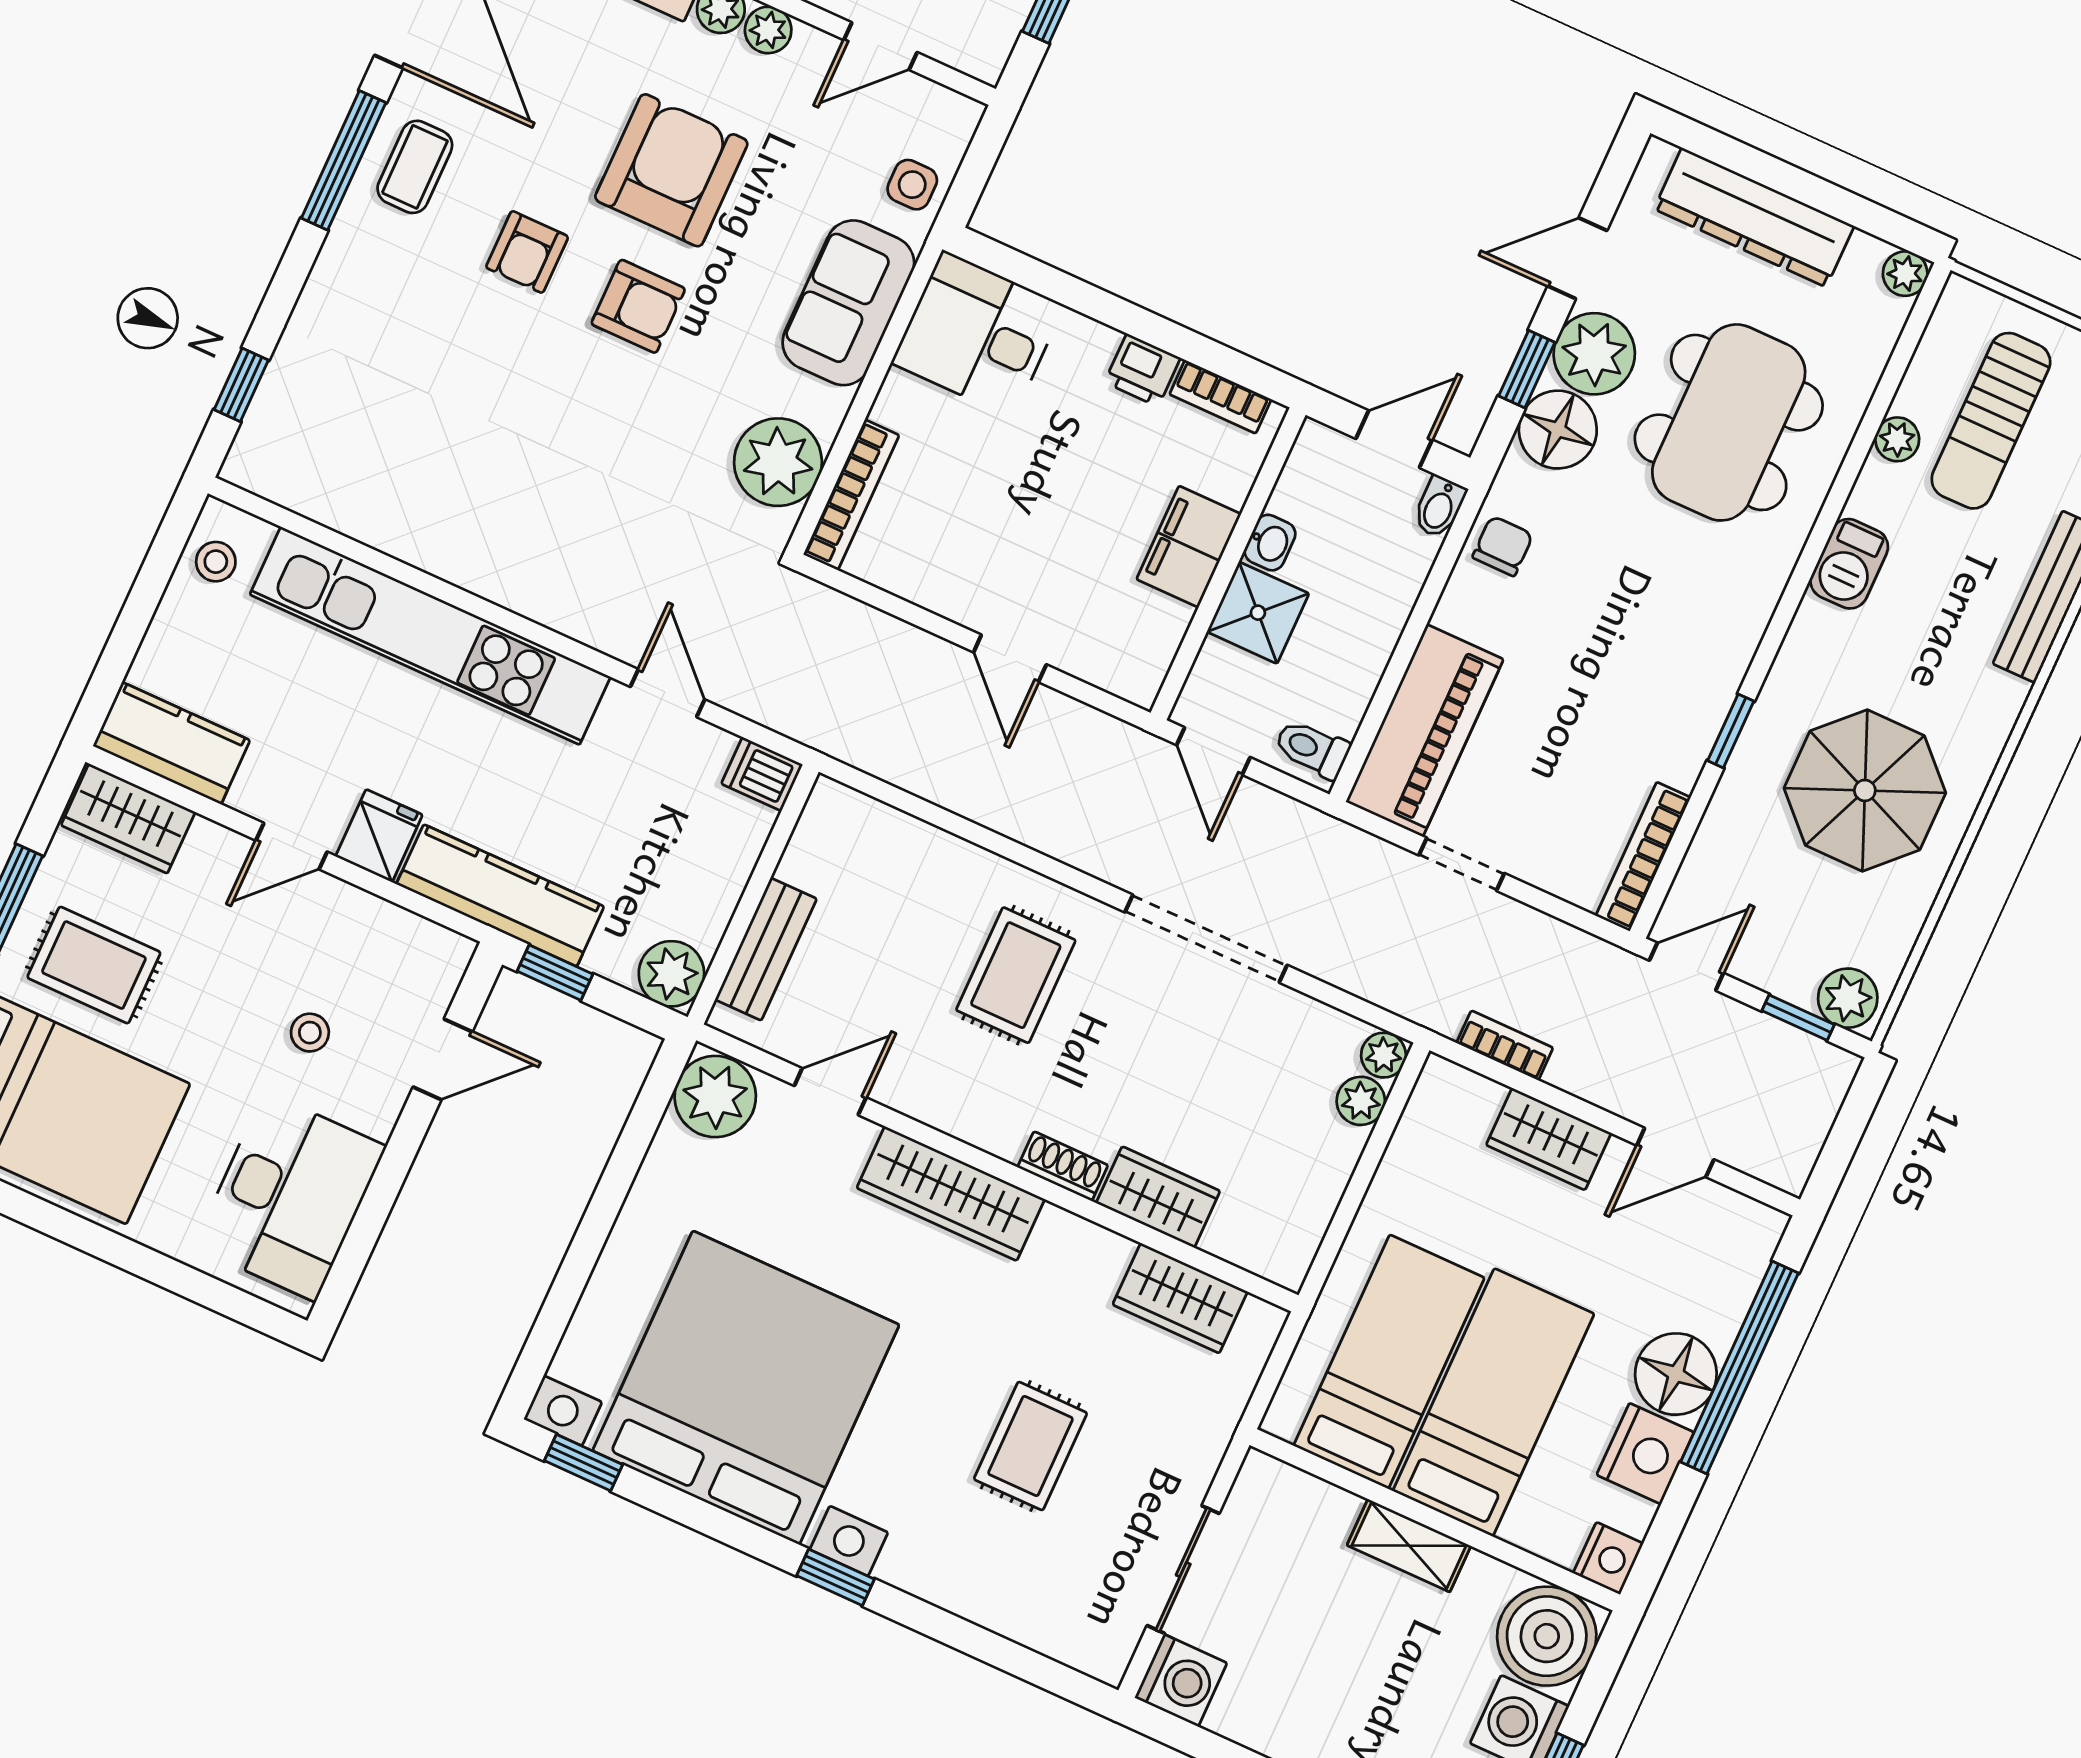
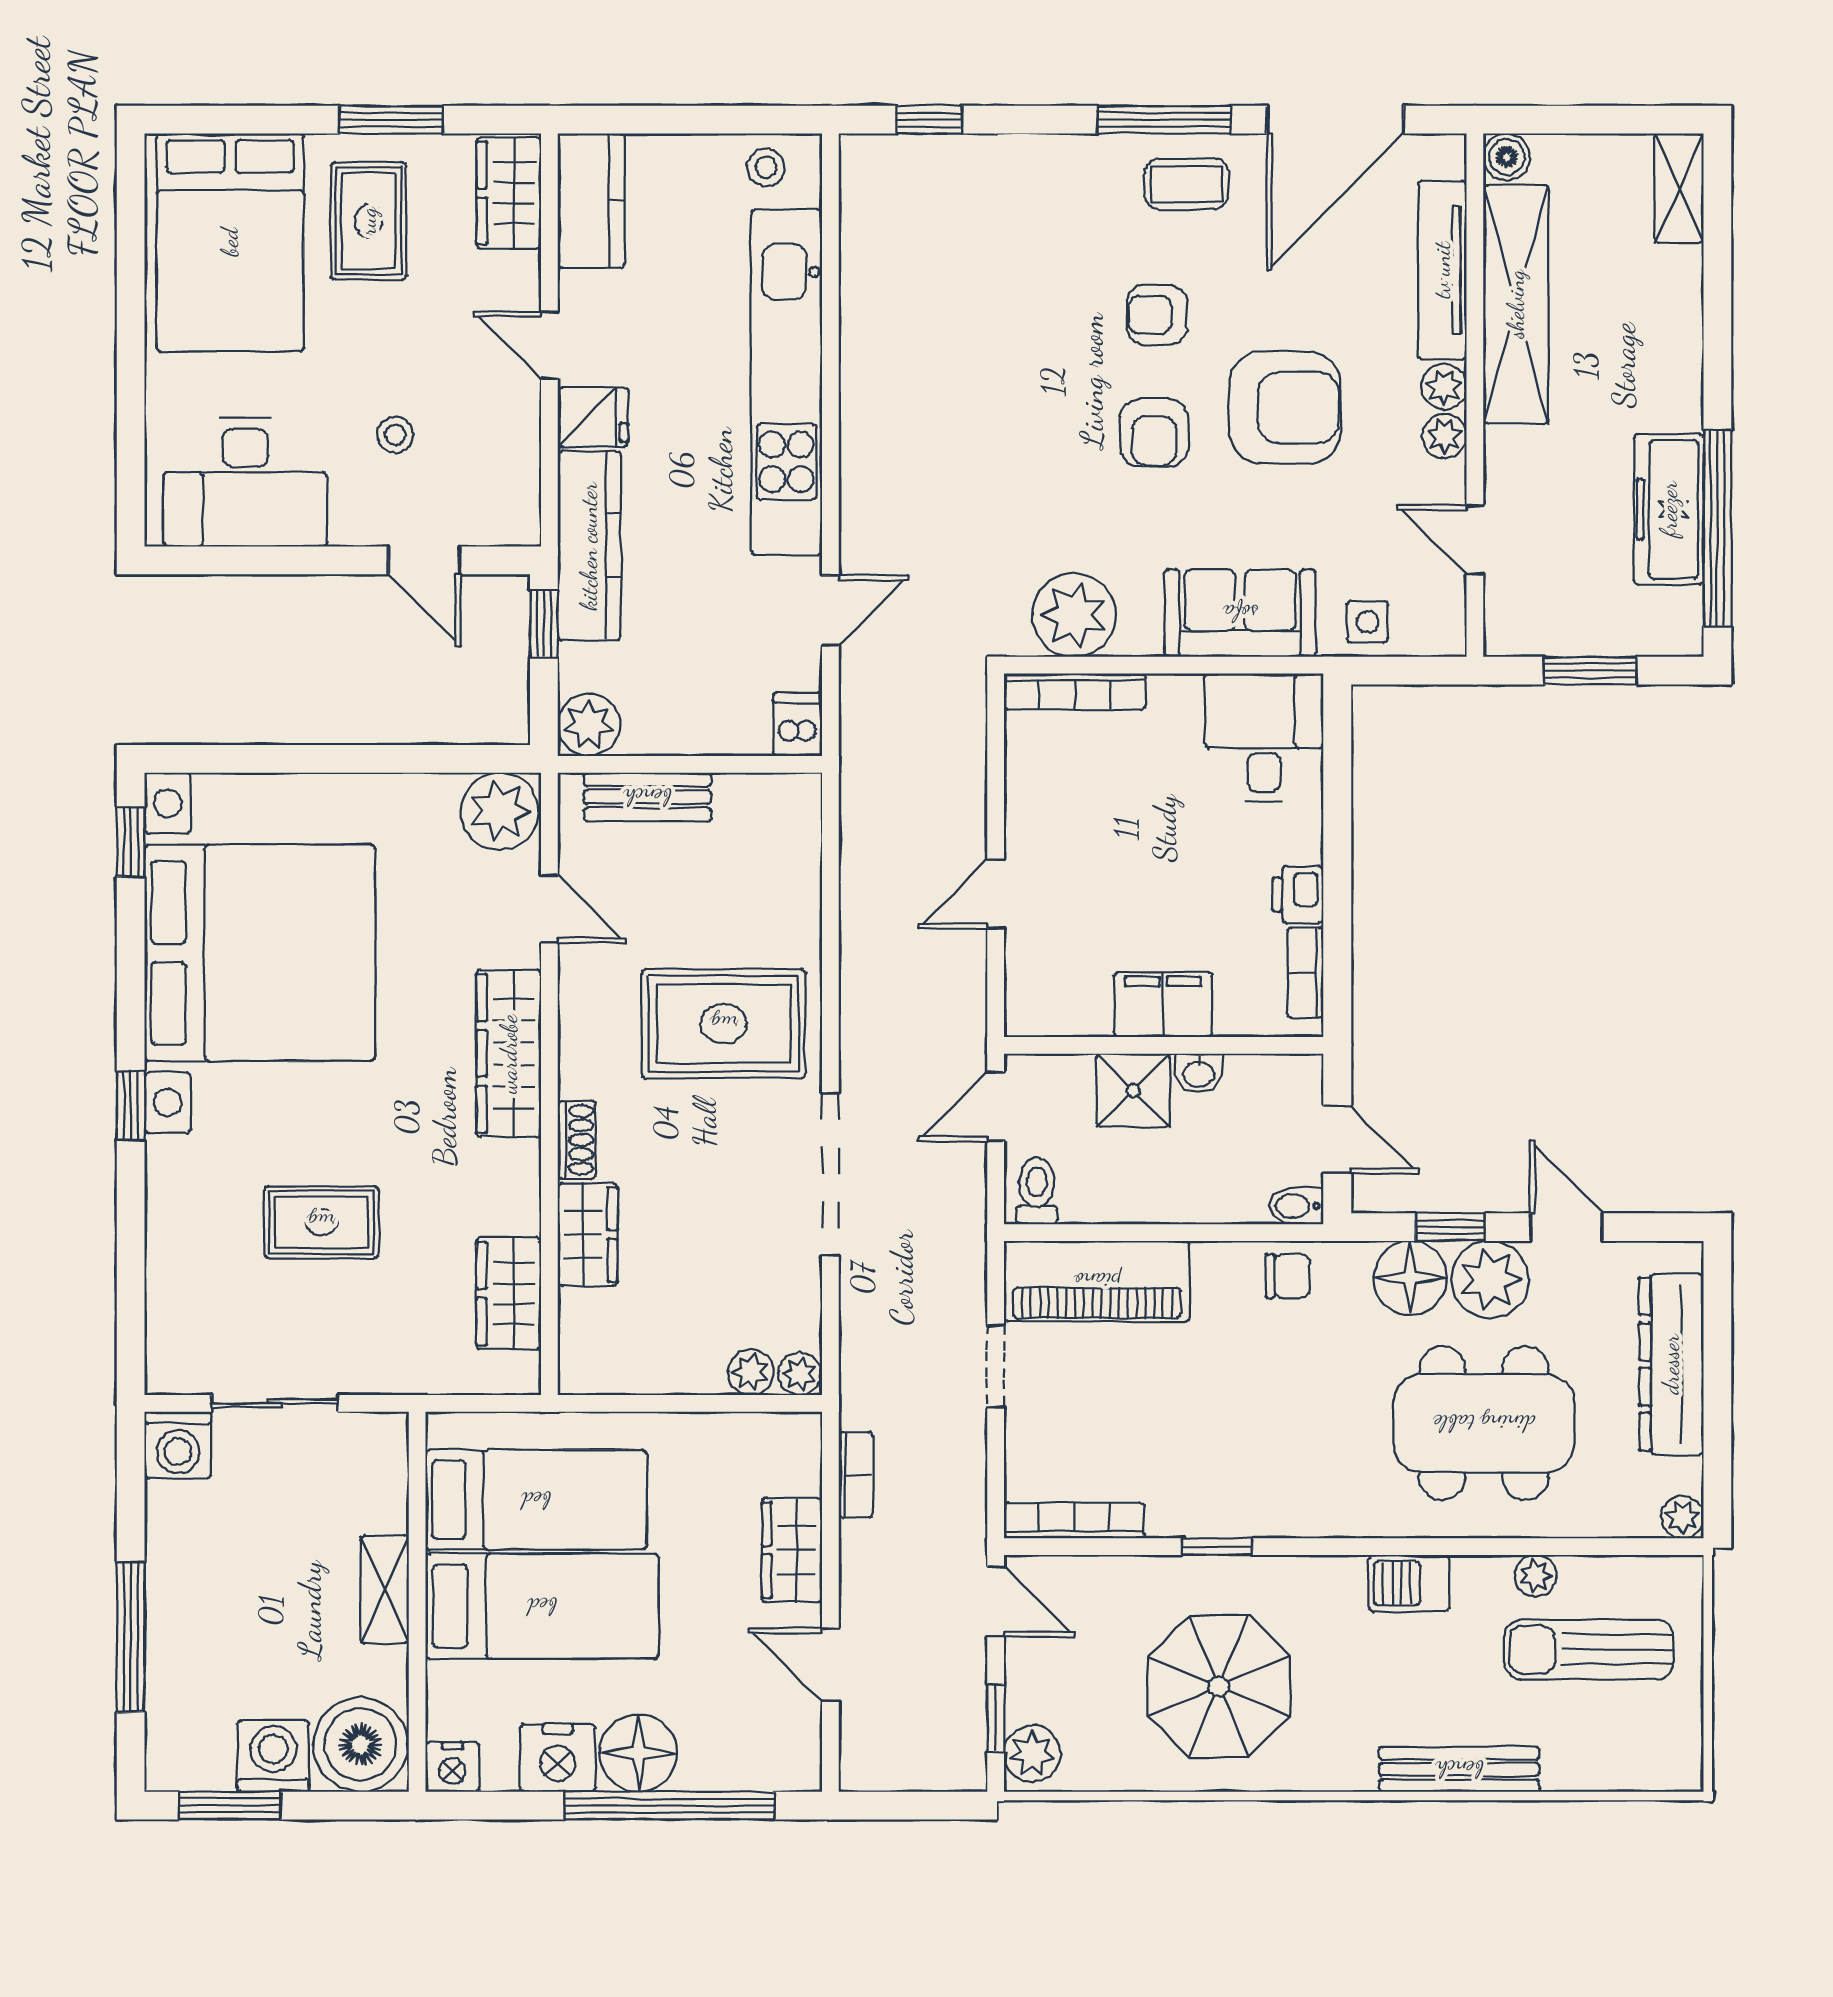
rug: (1016, 975) -> (724, 1024), width x1.36, depth x1.43

